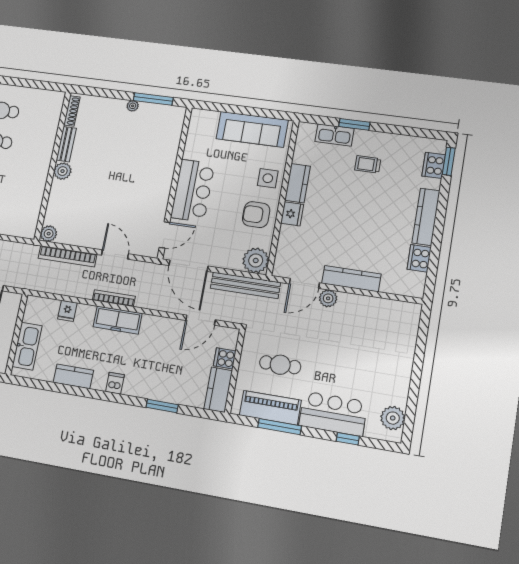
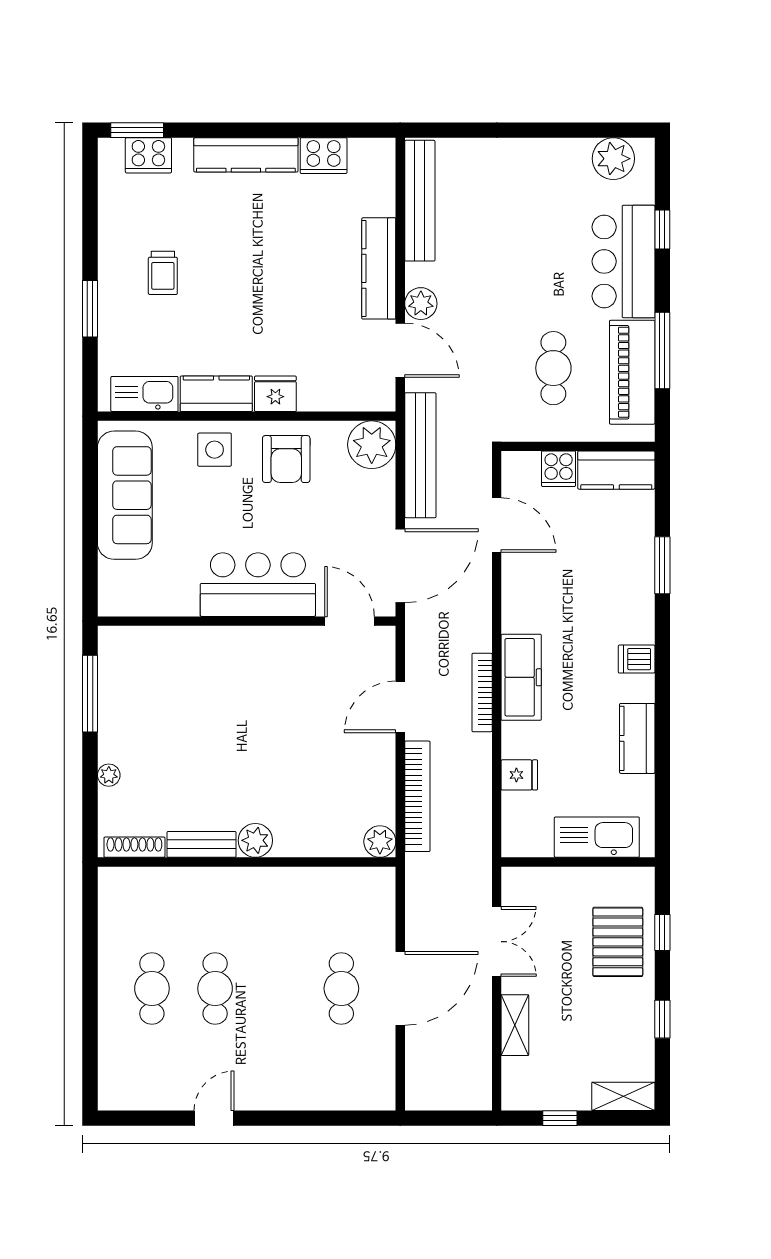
plant: (133, 106) -> (109, 775), moved
kitchen sink: (335, 135) -> (144, 394), moved, turned -90
bench: (386, 307) -> (420, 201), added

